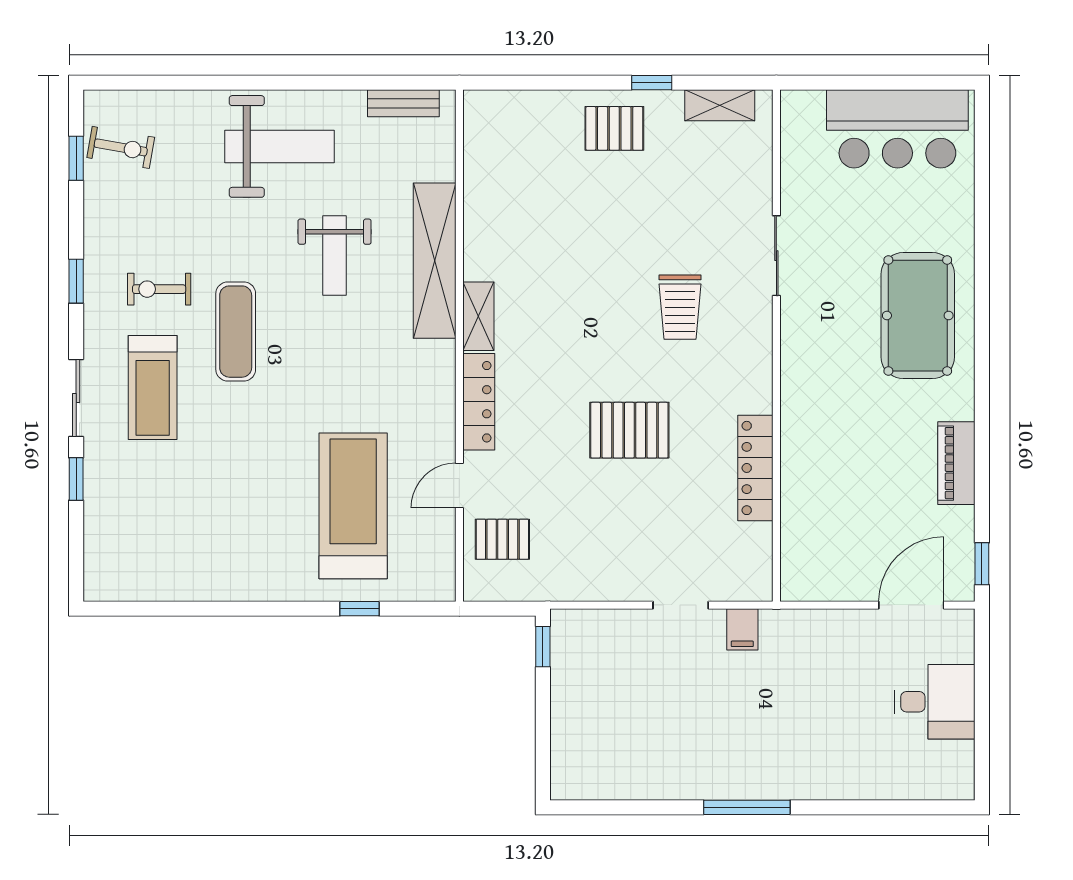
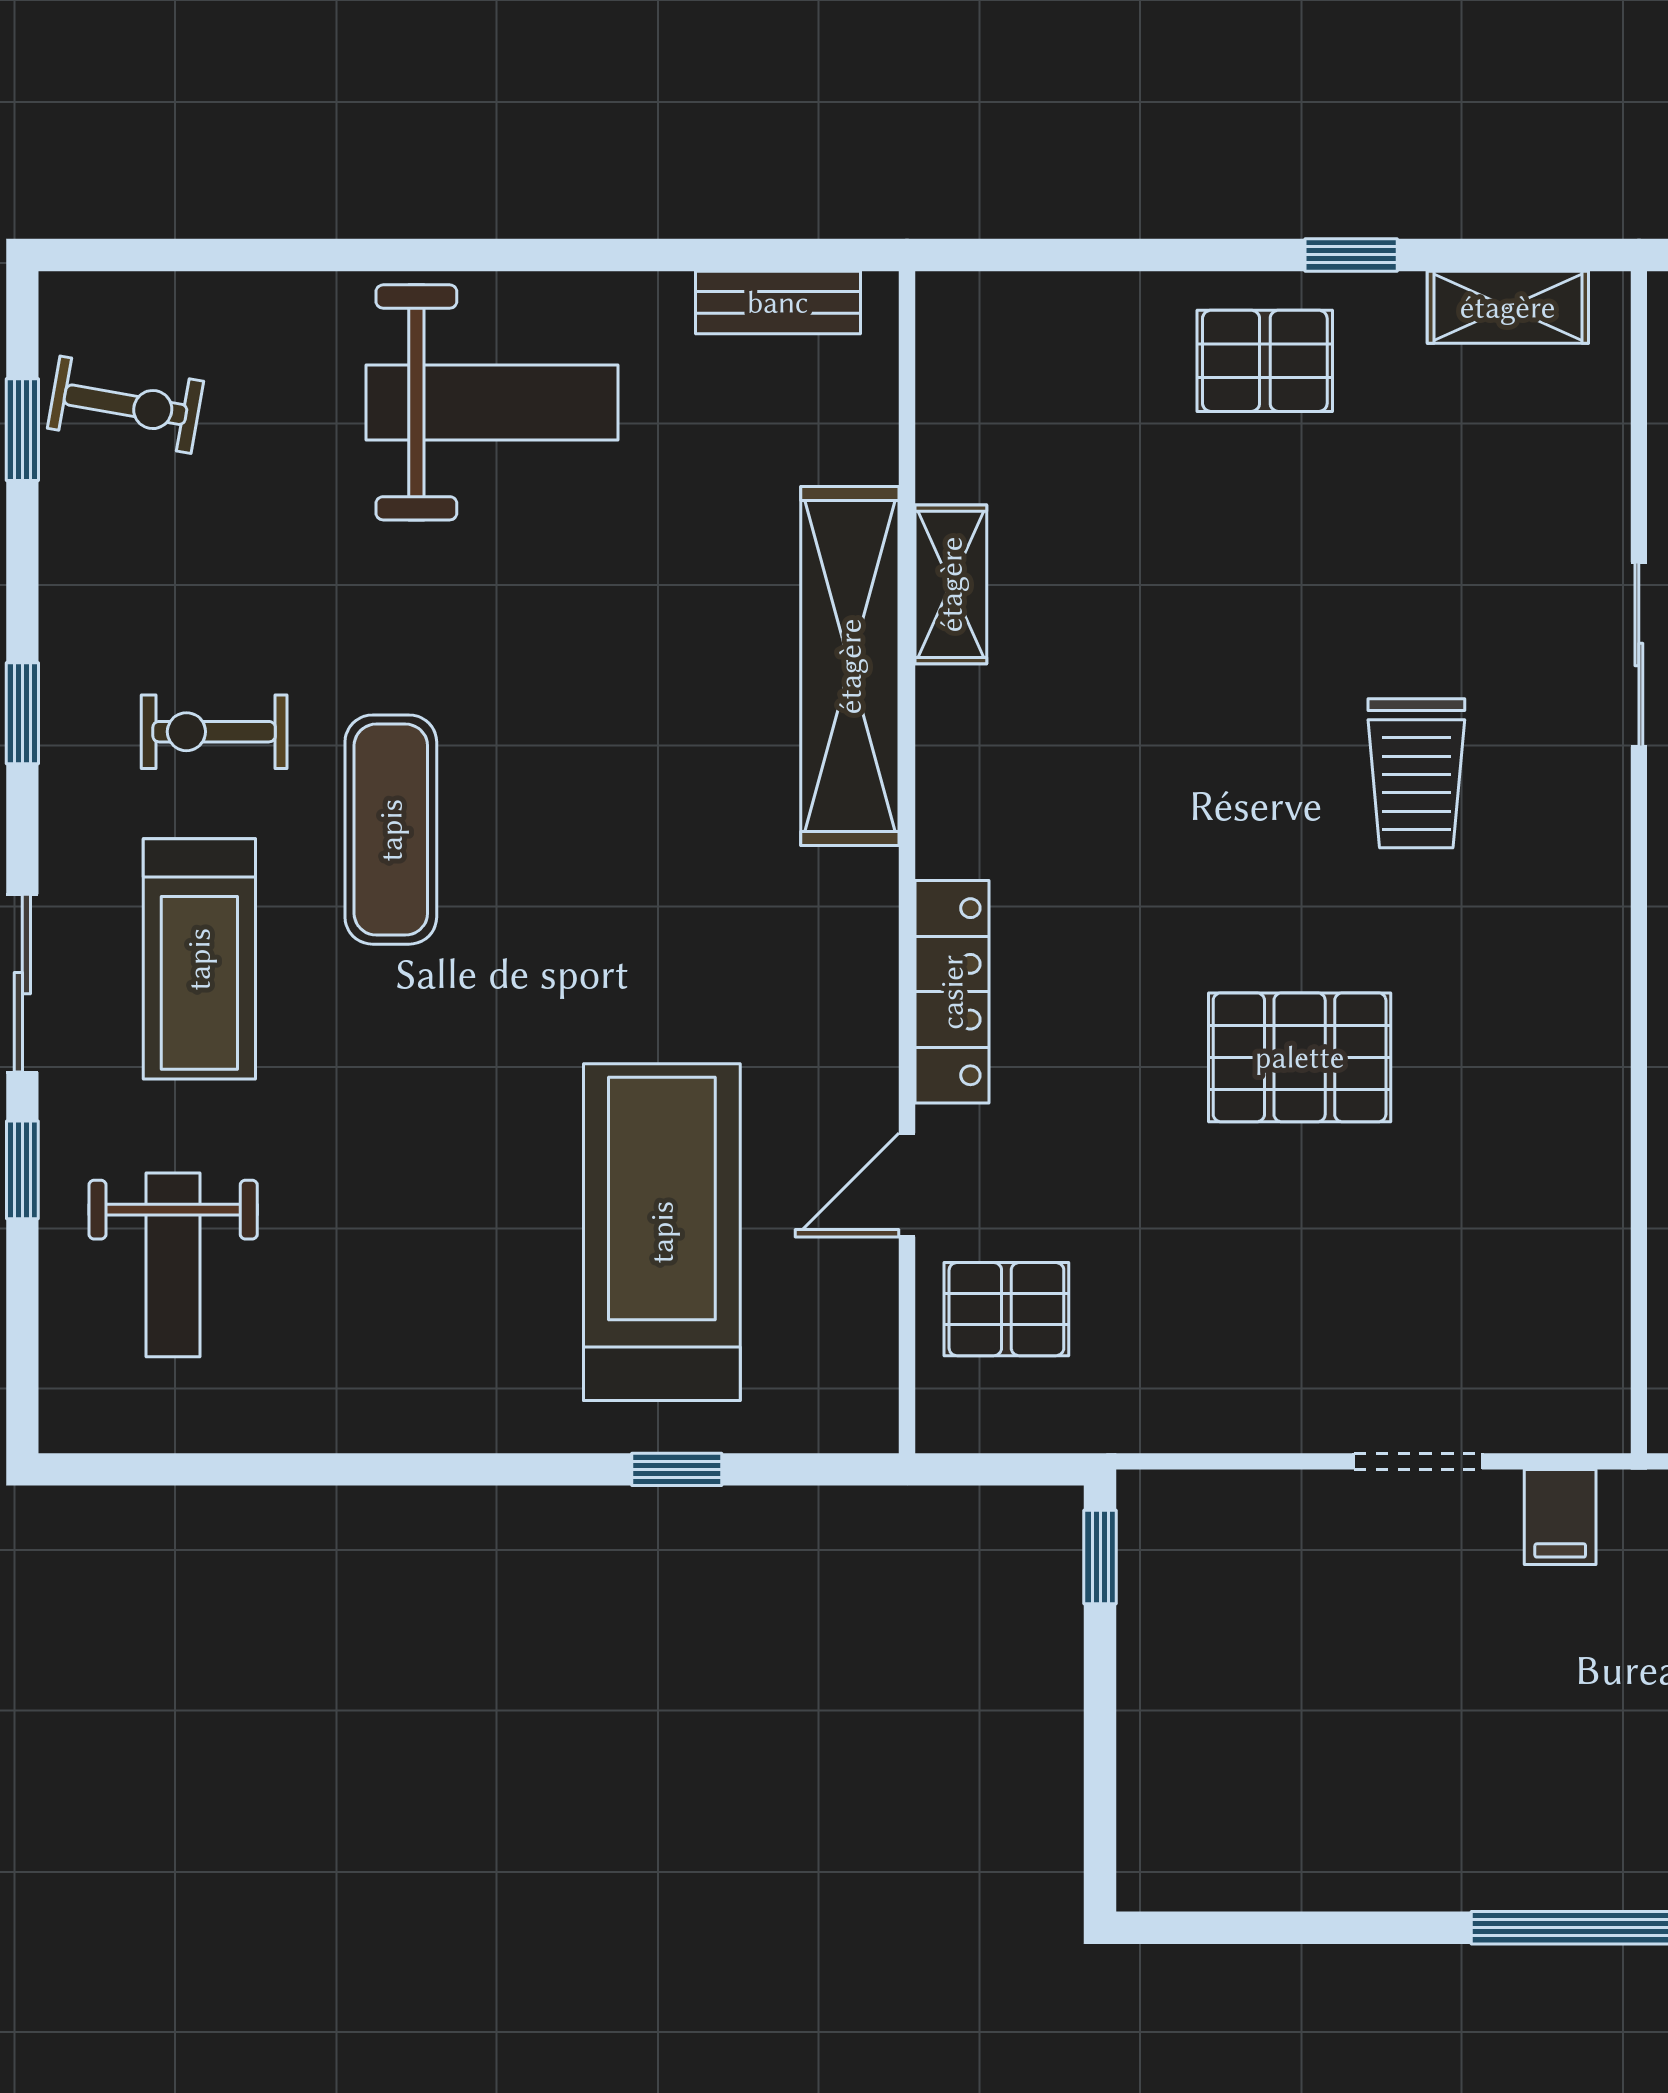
weight bench: (335, 256) -> (173, 1265), moved
shelving: (478, 316) -> (951, 584), moved
locker: (755, 468) -> (1591, 1145), removed

